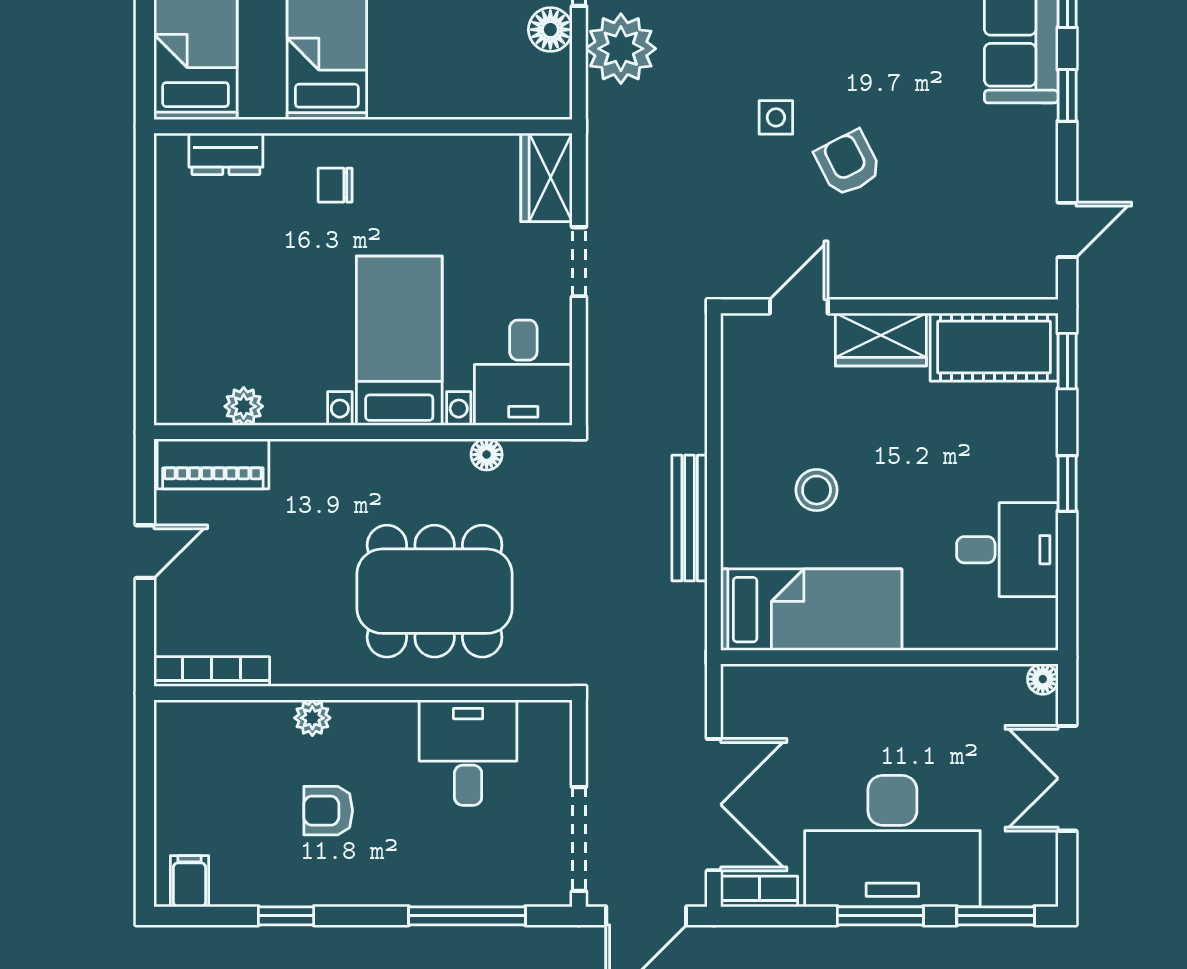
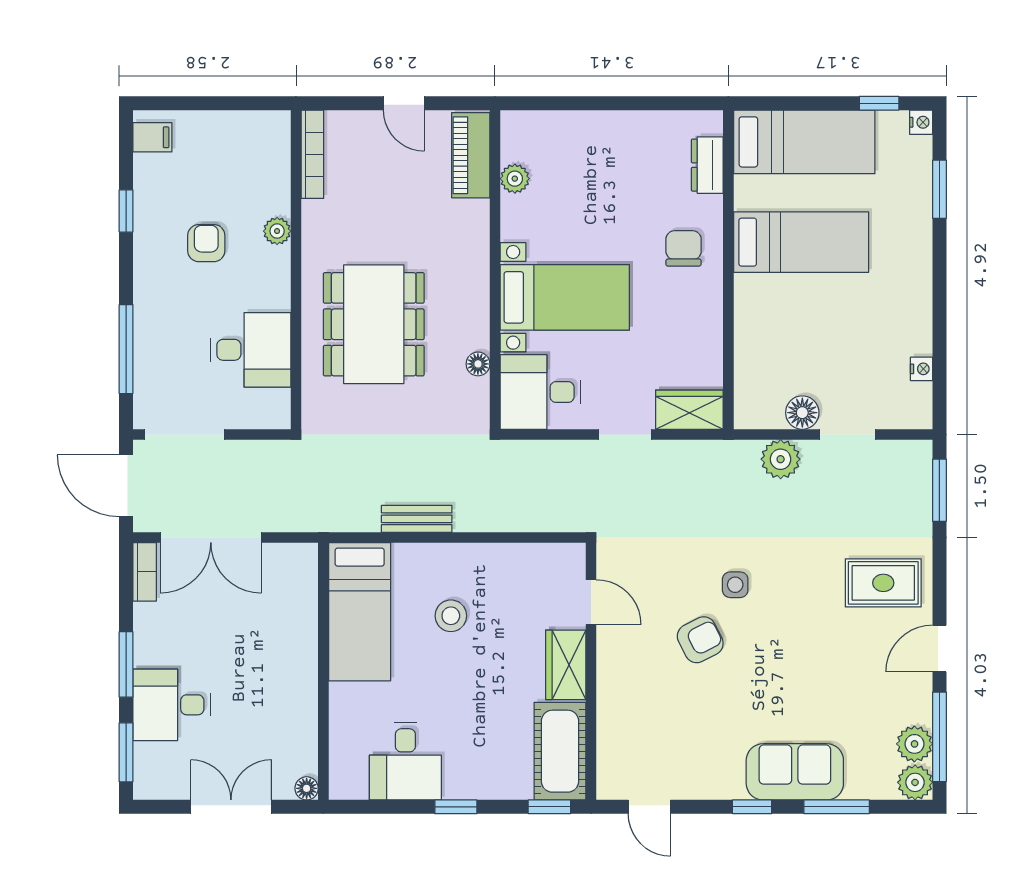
plant: (621, 49) -> (781, 459), width x0.73, depth x0.73
chair: (335, 185) -> (684, 248), width x1.37, depth x1.37
bench: (690, 518) -> (417, 519), width x0.73
desk: (892, 841) -> (171, 705), width x0.53, depth x0.77

